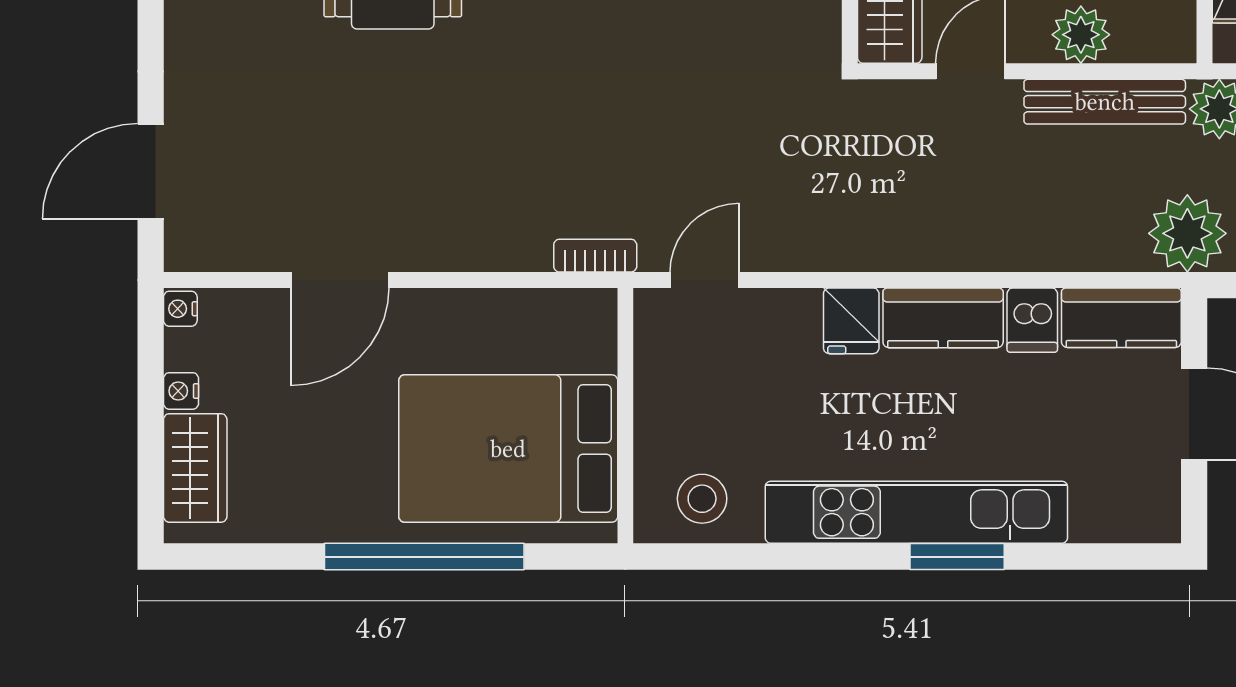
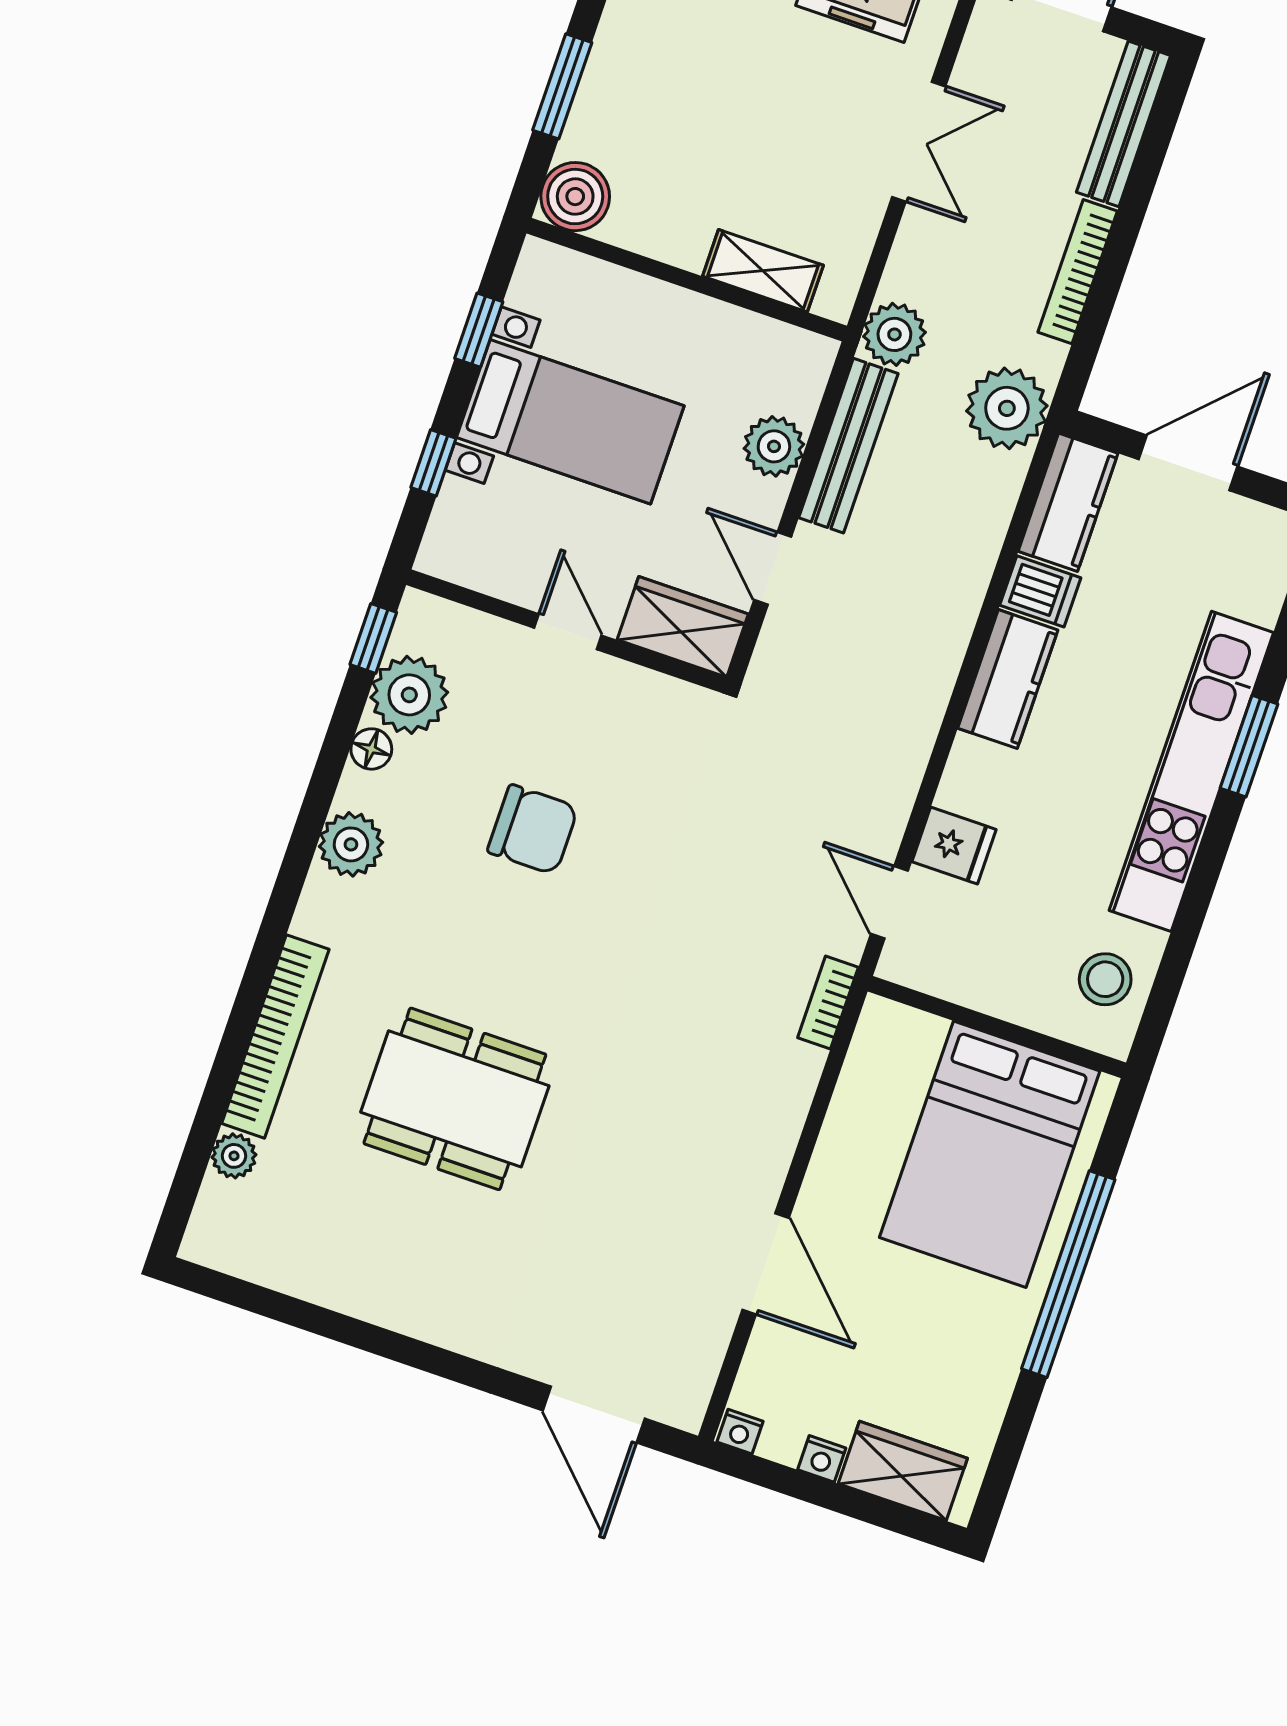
fridge: (851, 321) -> (954, 846), moved

